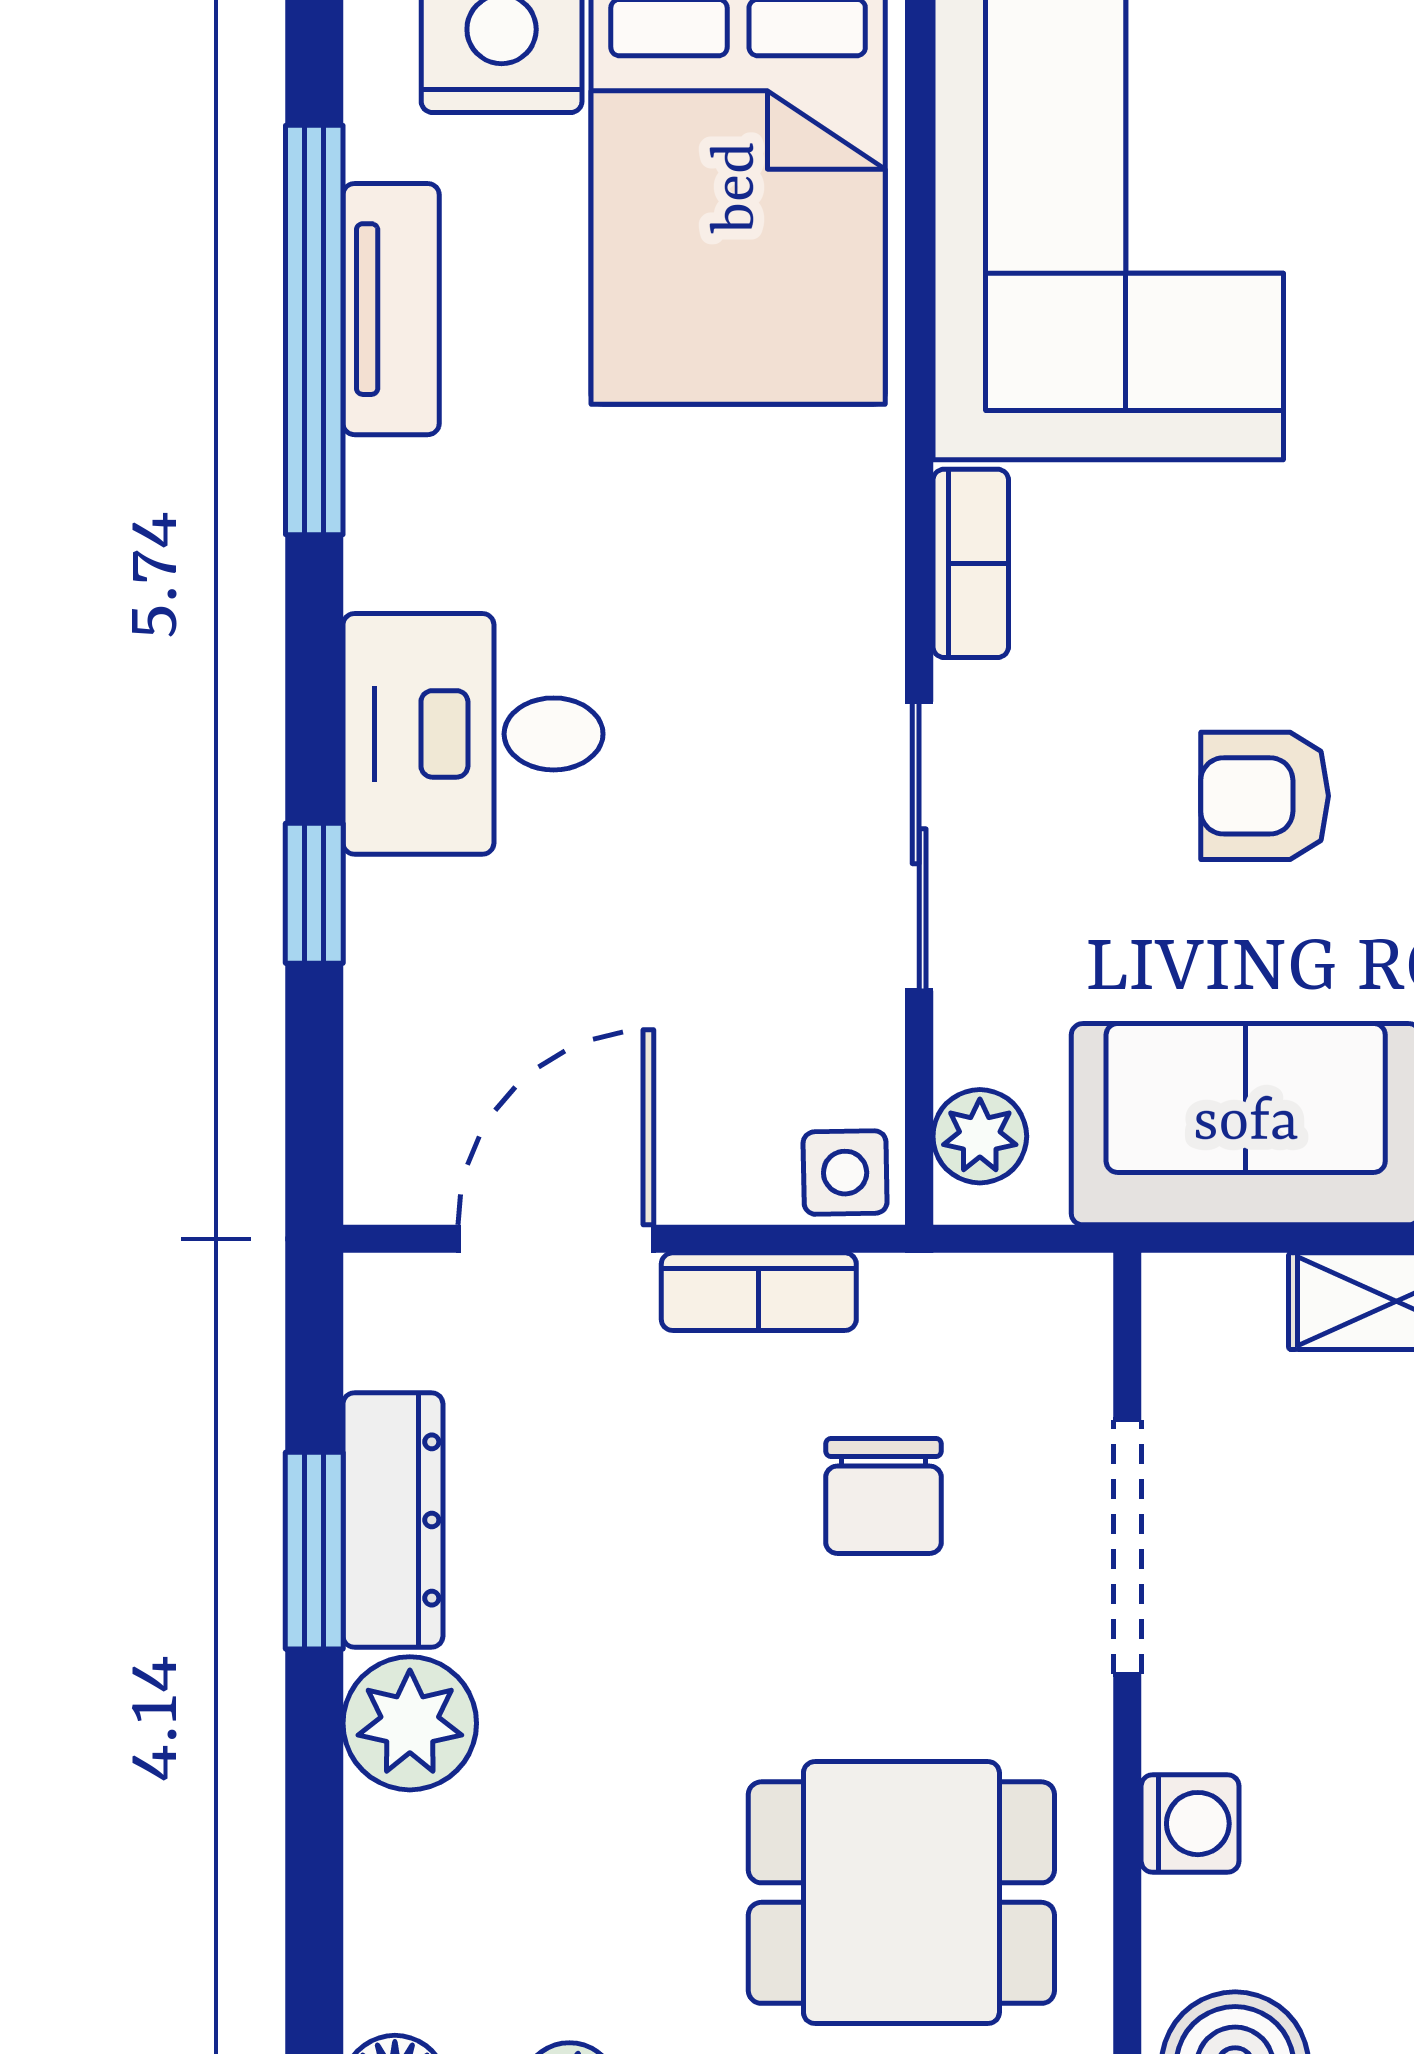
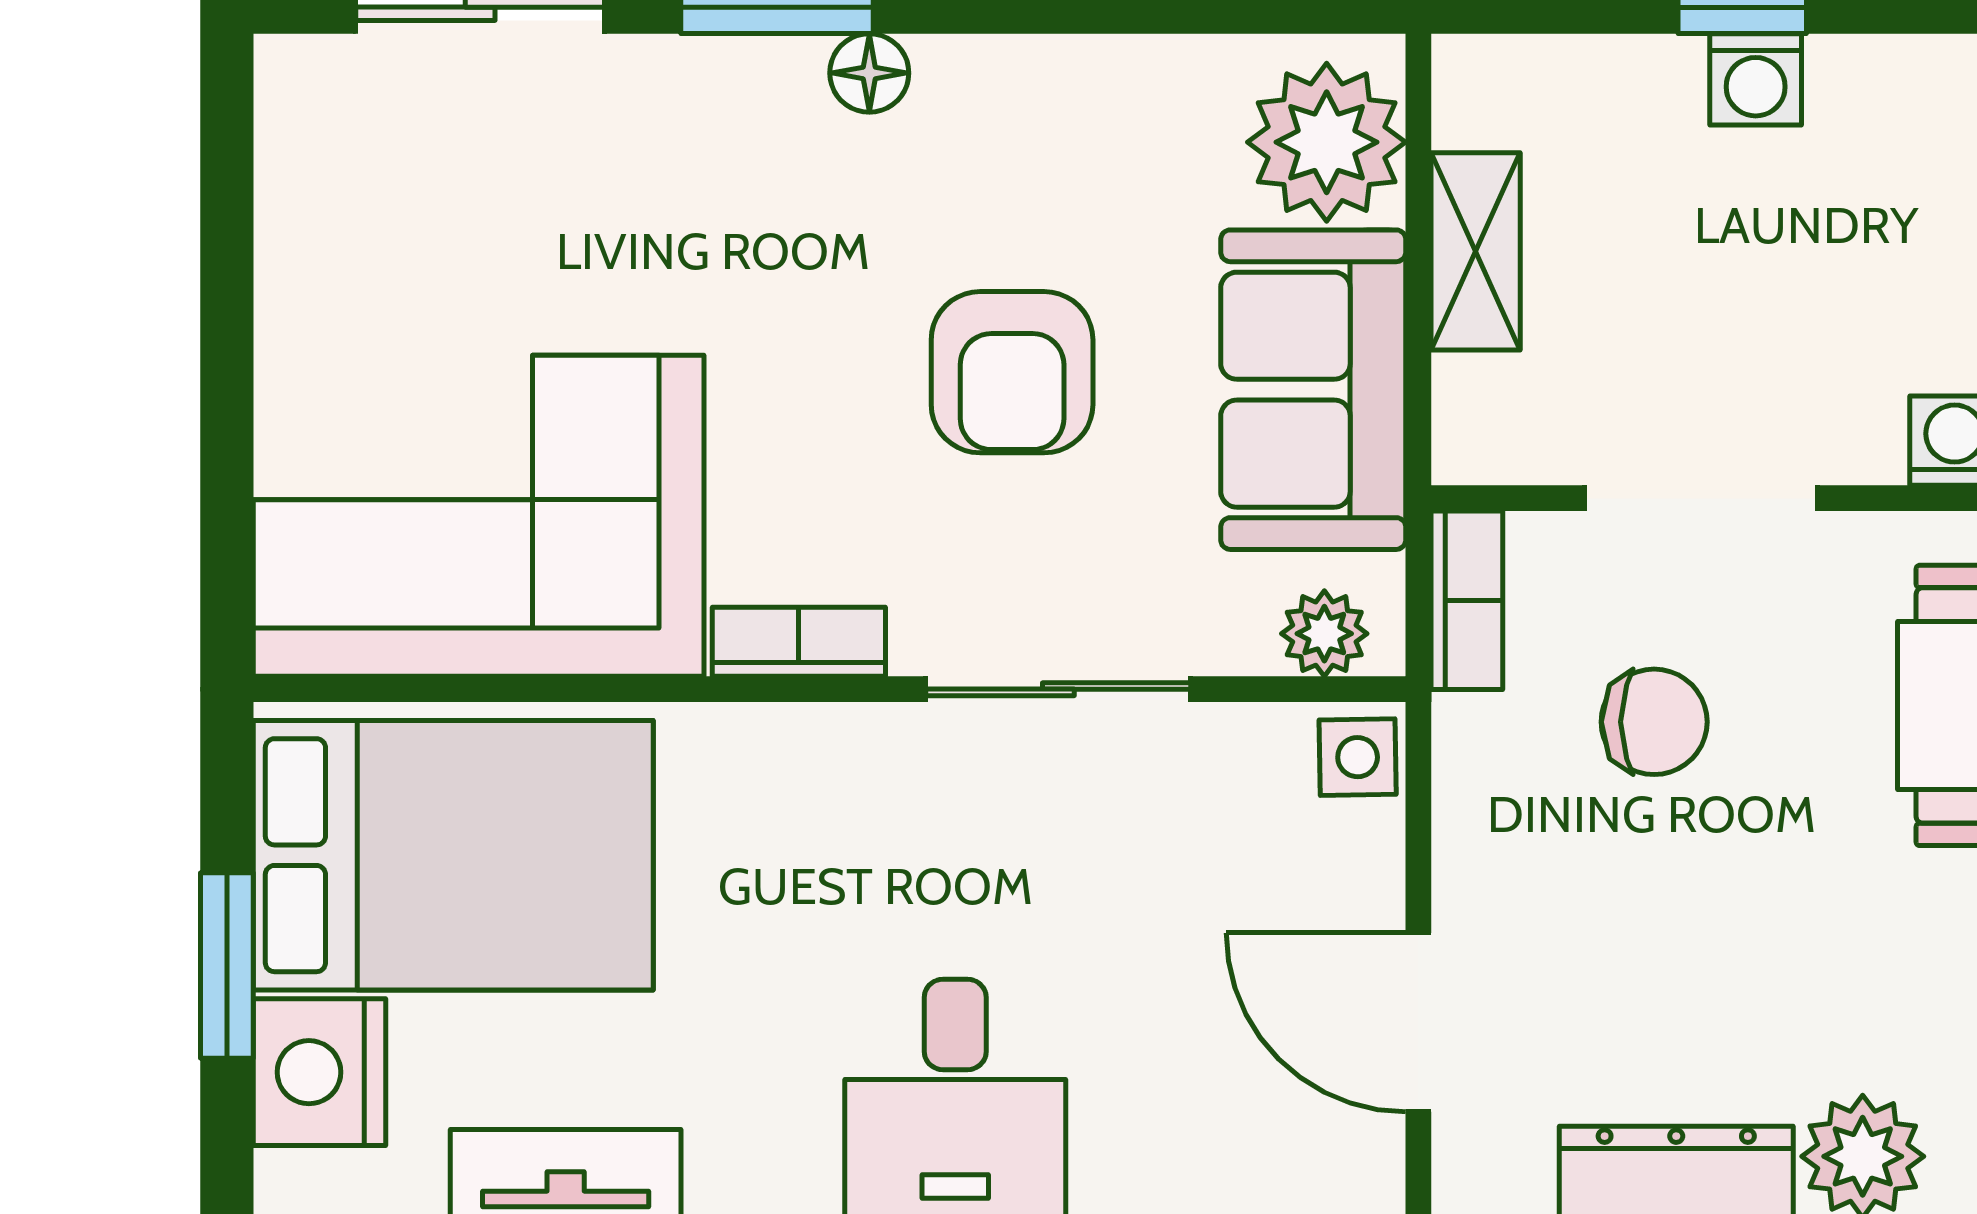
armchair: (1265, 796) -> (1012, 372), width x1.38, depth x1.38
bookcase: (759, 1292) -> (1467, 600), moved

